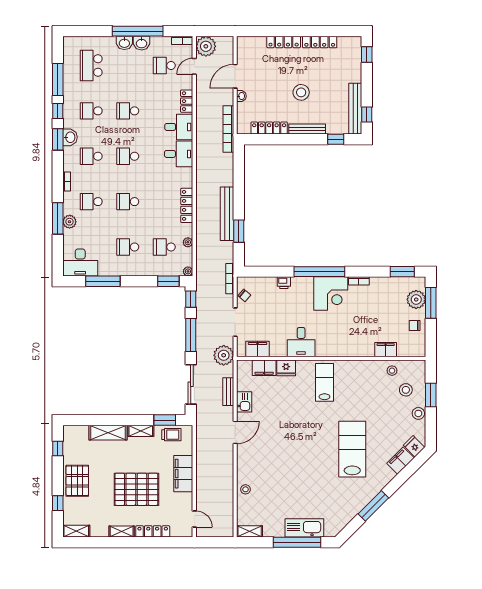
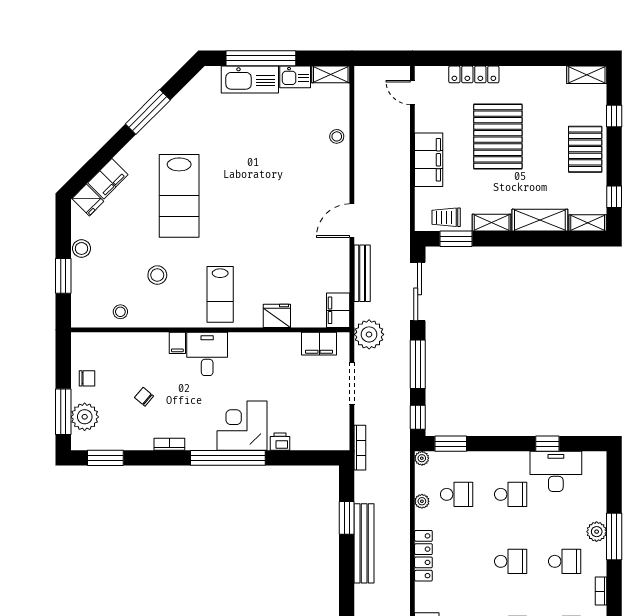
desk: (80, 263) -> (556, 471), moved
window: (103, 281) -> (547, 444), width x0.46
corner desk: (331, 294) -> (242, 426), moved
chair: (244, 295) -> (144, 397), moved
desk: (301, 342) -> (207, 354), moved
filing cabinet: (386, 350) -> (177, 343), moved, width x0.50
filing cabinet: (264, 368) -> (338, 310), moved, turned -90
stool: (406, 390) -> (157, 275), moved
bench: (228, 392) -> (362, 273), width x1.36
kitchen sink: (244, 402) -> (295, 77), moved, turned -90
pallet: (136, 489) -> (498, 136), turned 90
shelving: (122, 532) -> (588, 223), moved

